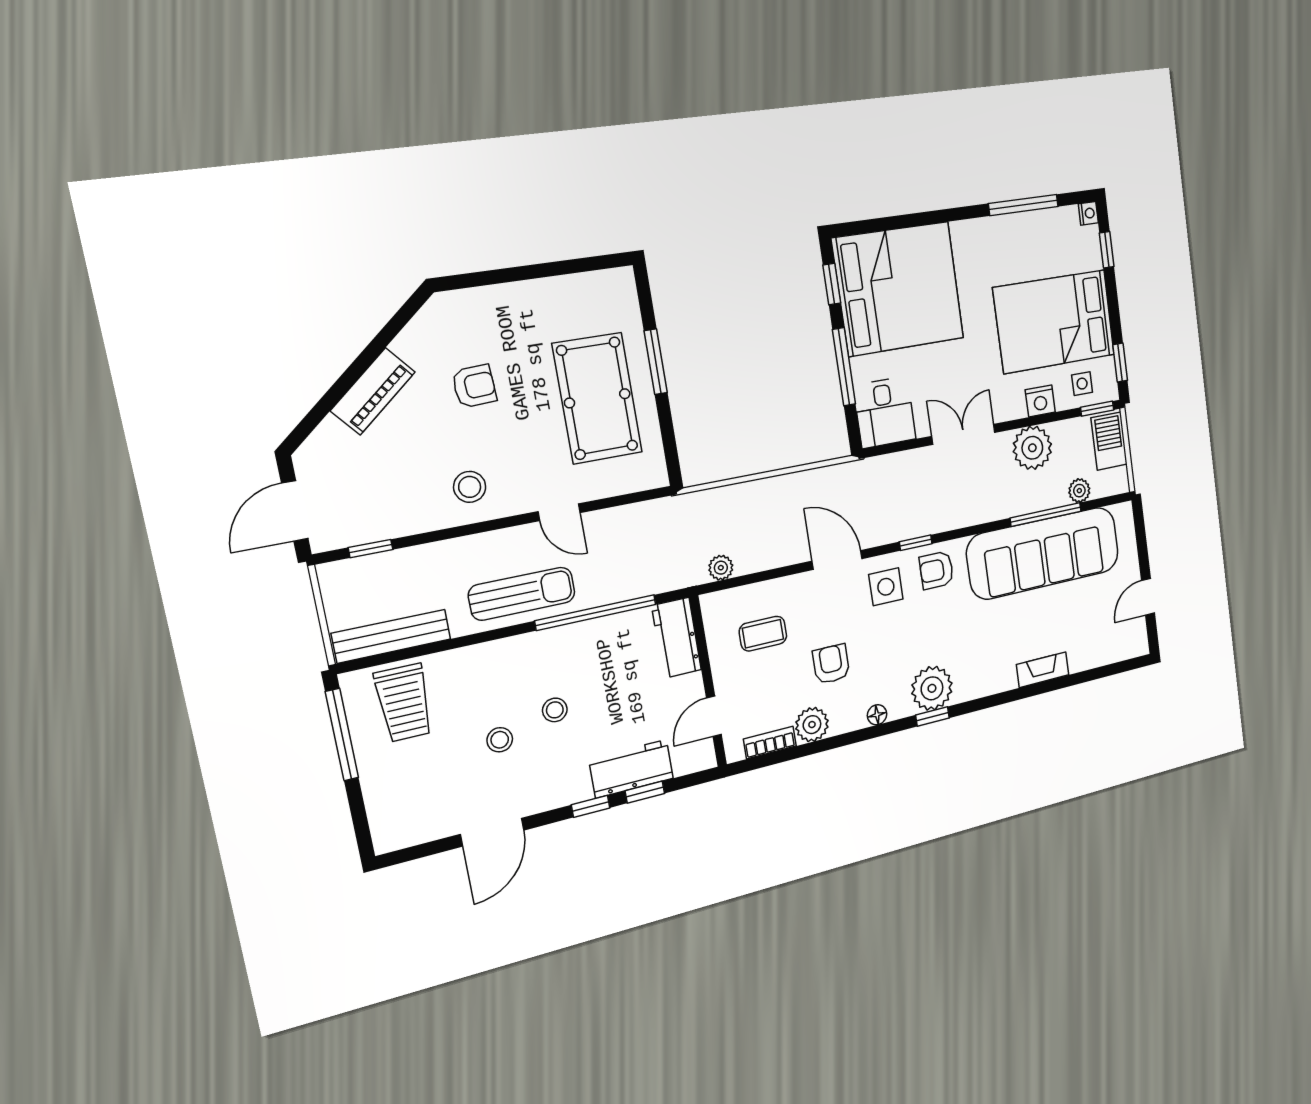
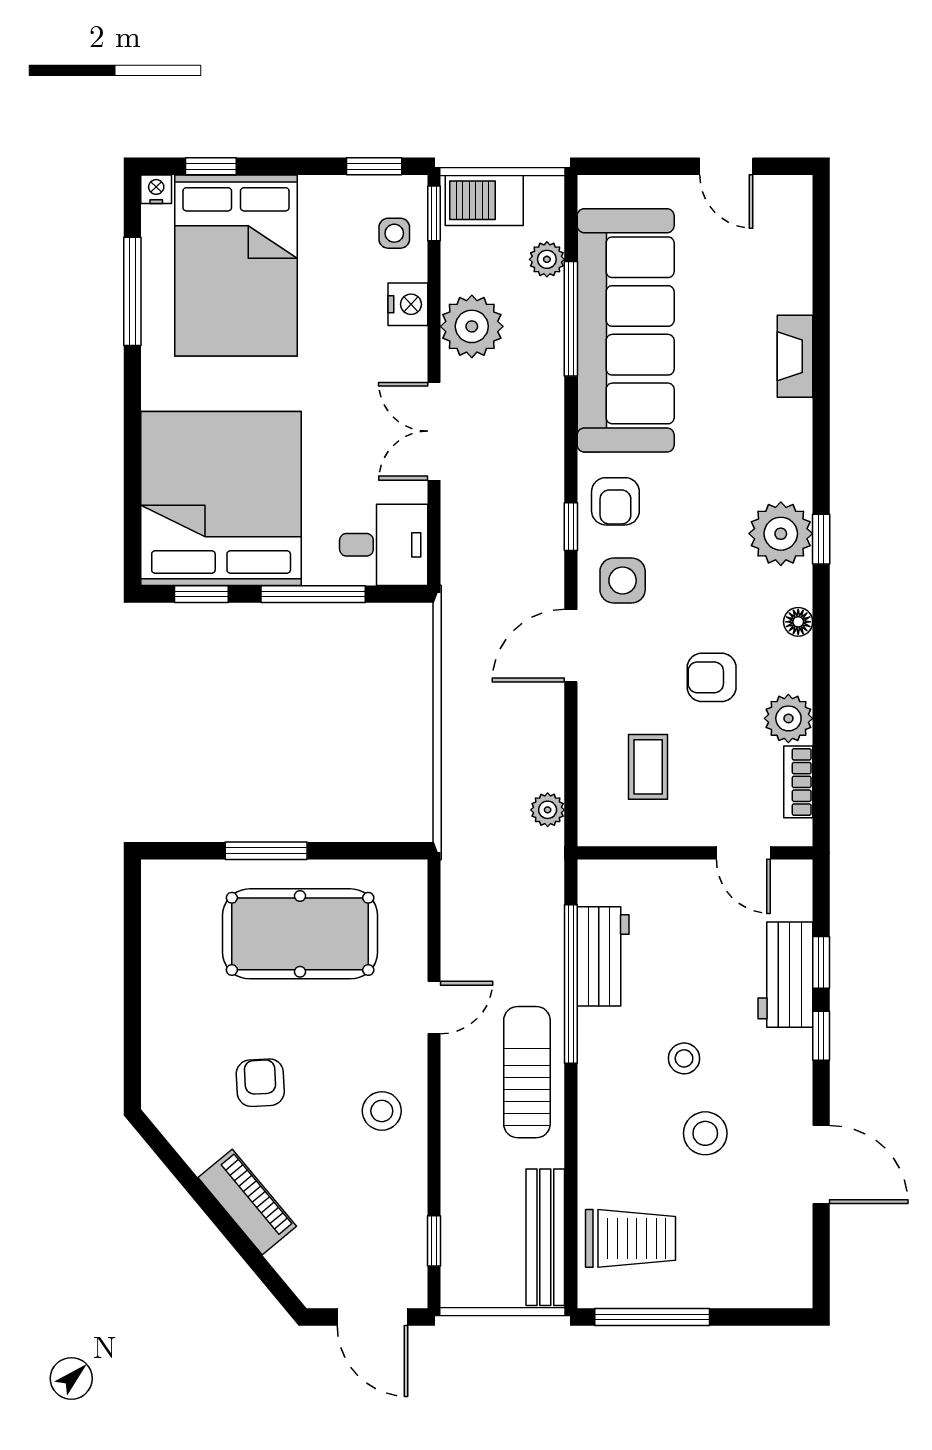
bed: (1054, 321) -> (236, 265), moved
workbench: (677, 638) -> (603, 956), moved, turned -90
stool: (500, 740) -> (705, 1133), width x1.37, depth x1.37

